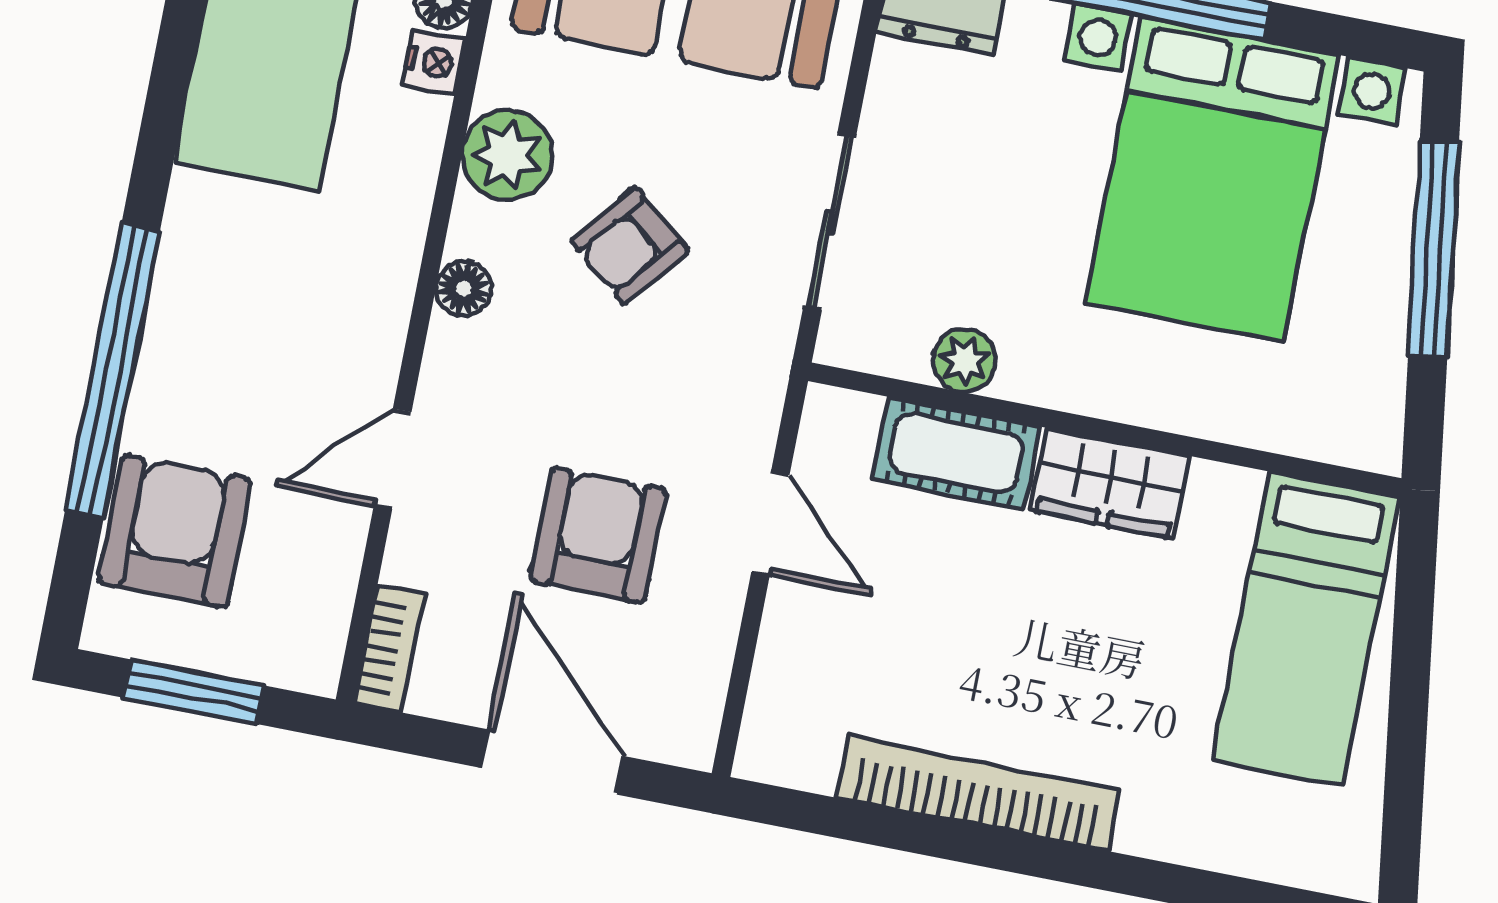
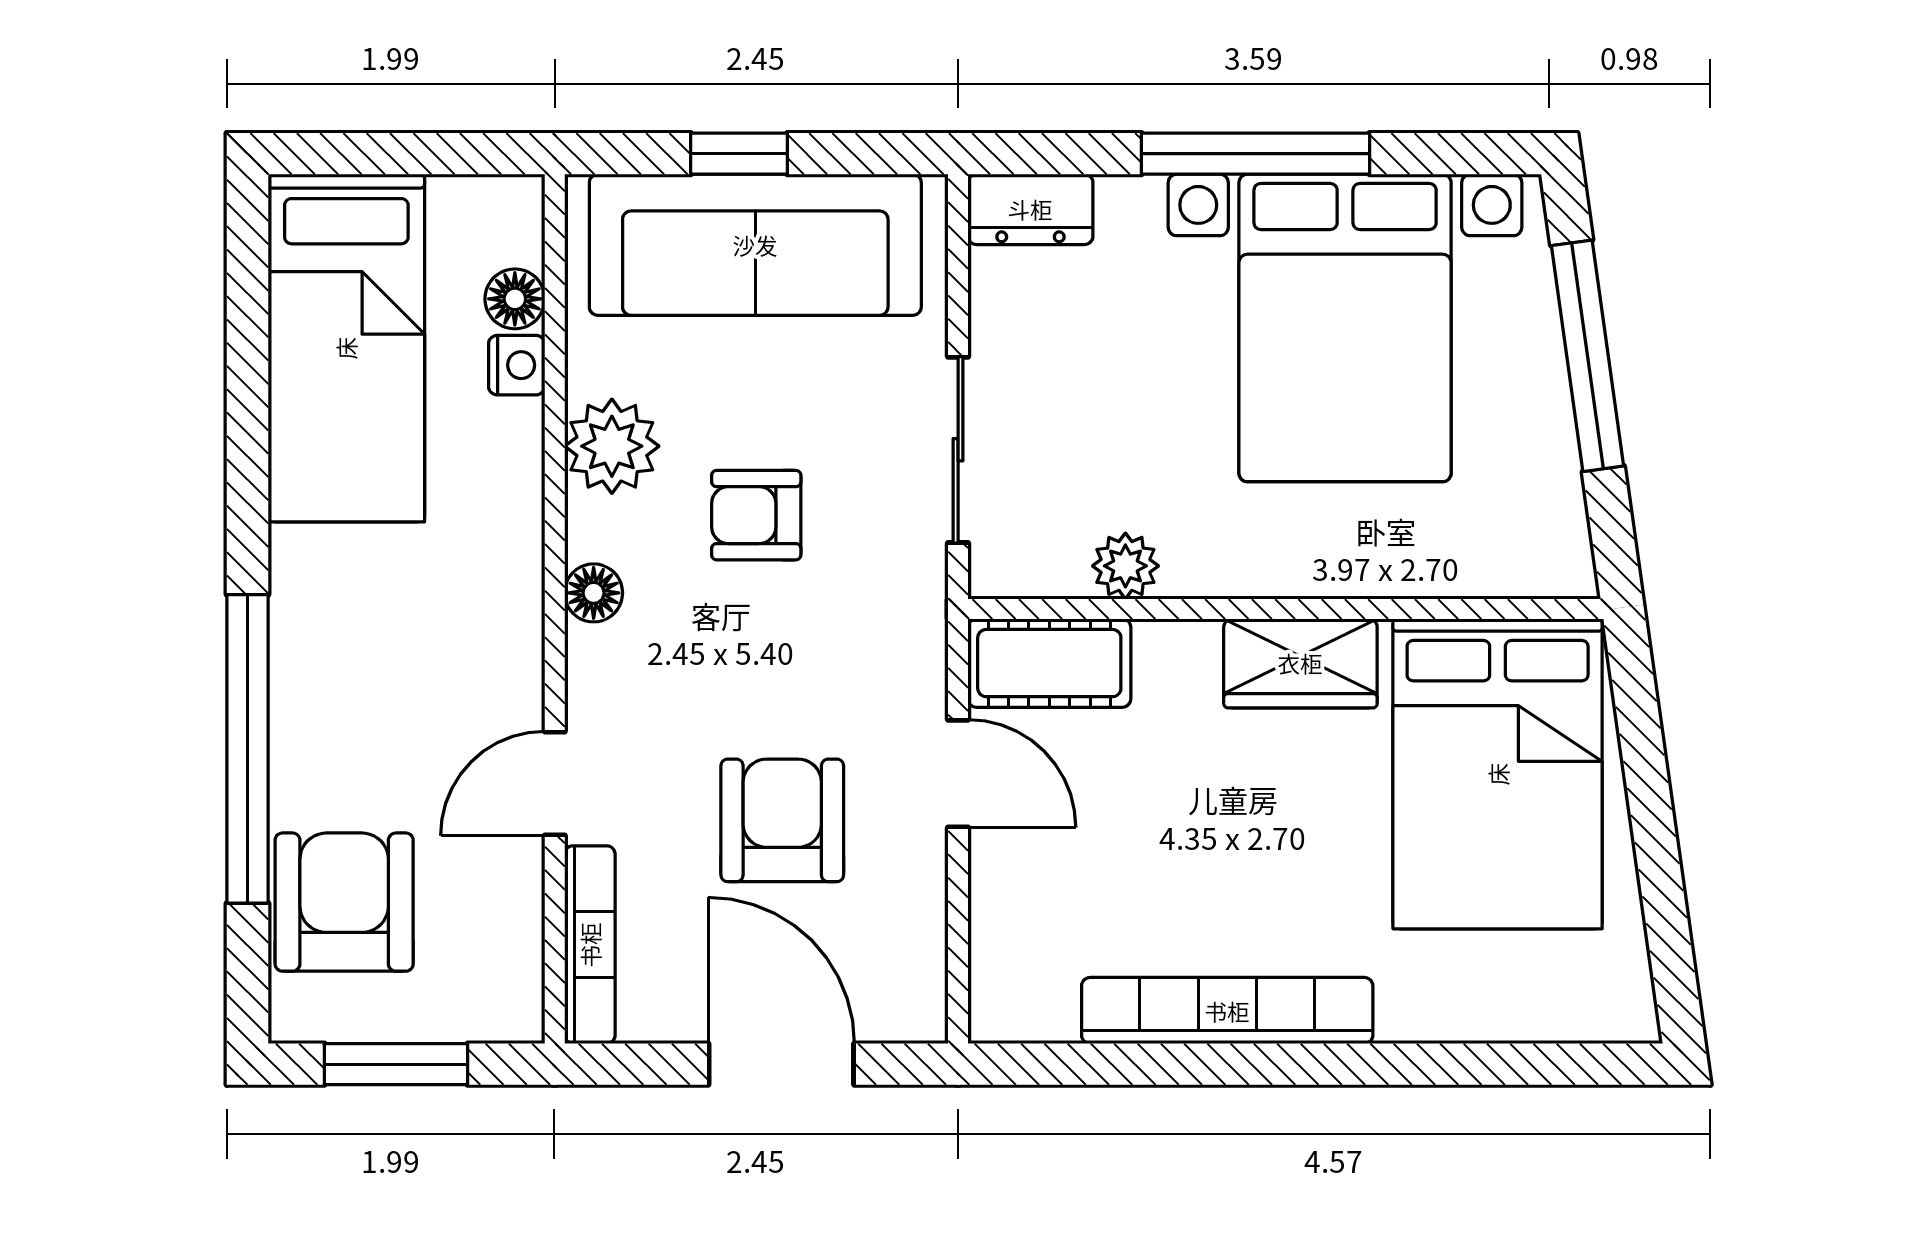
armchair: (630, 246) -> (756, 515), turned 51
cot: (956, 453) -> (1049, 663), moved
bed: (1306, 629) -> (1498, 774), width x1.50
bookcase: (389, 649) -> (590, 945), width x1.56

